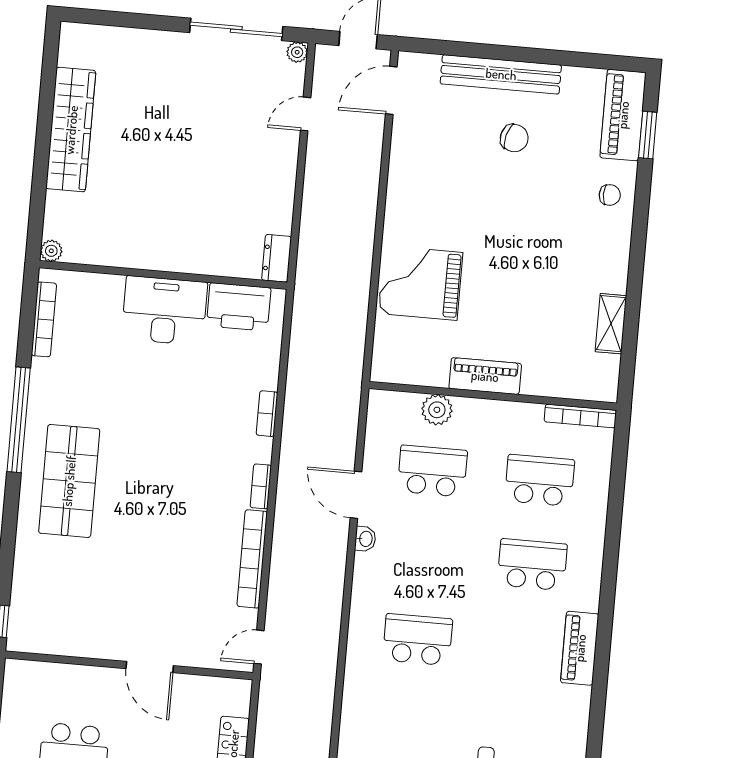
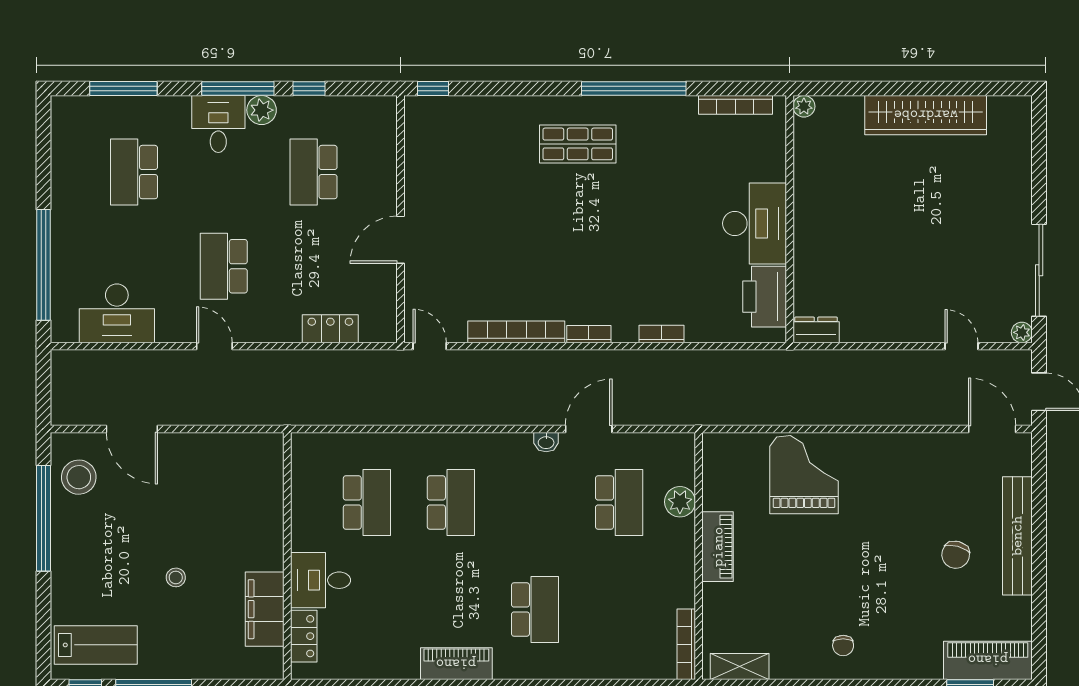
chair: (610, 195) -> (843, 645), moved
shelving: (611, 324) -> (740, 667), moved
school desk: (540, 480) -> (367, 503), moved
shop shelf: (69, 481) -> (578, 144), width x0.70, depth x0.74

